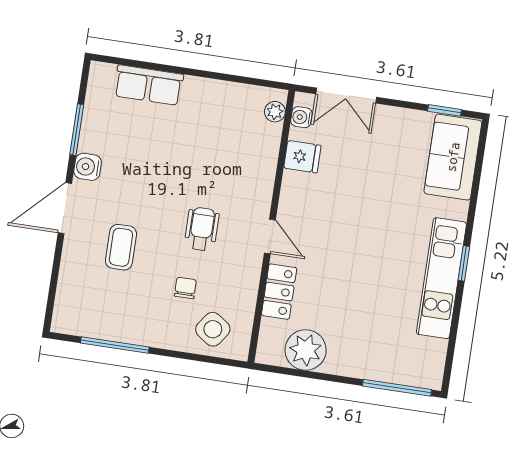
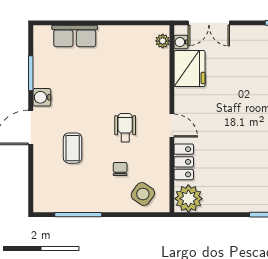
fridge: (302, 157) -> (190, 69), width x1.88, depth x1.34
plant: (306, 350) -> (188, 199), moved

